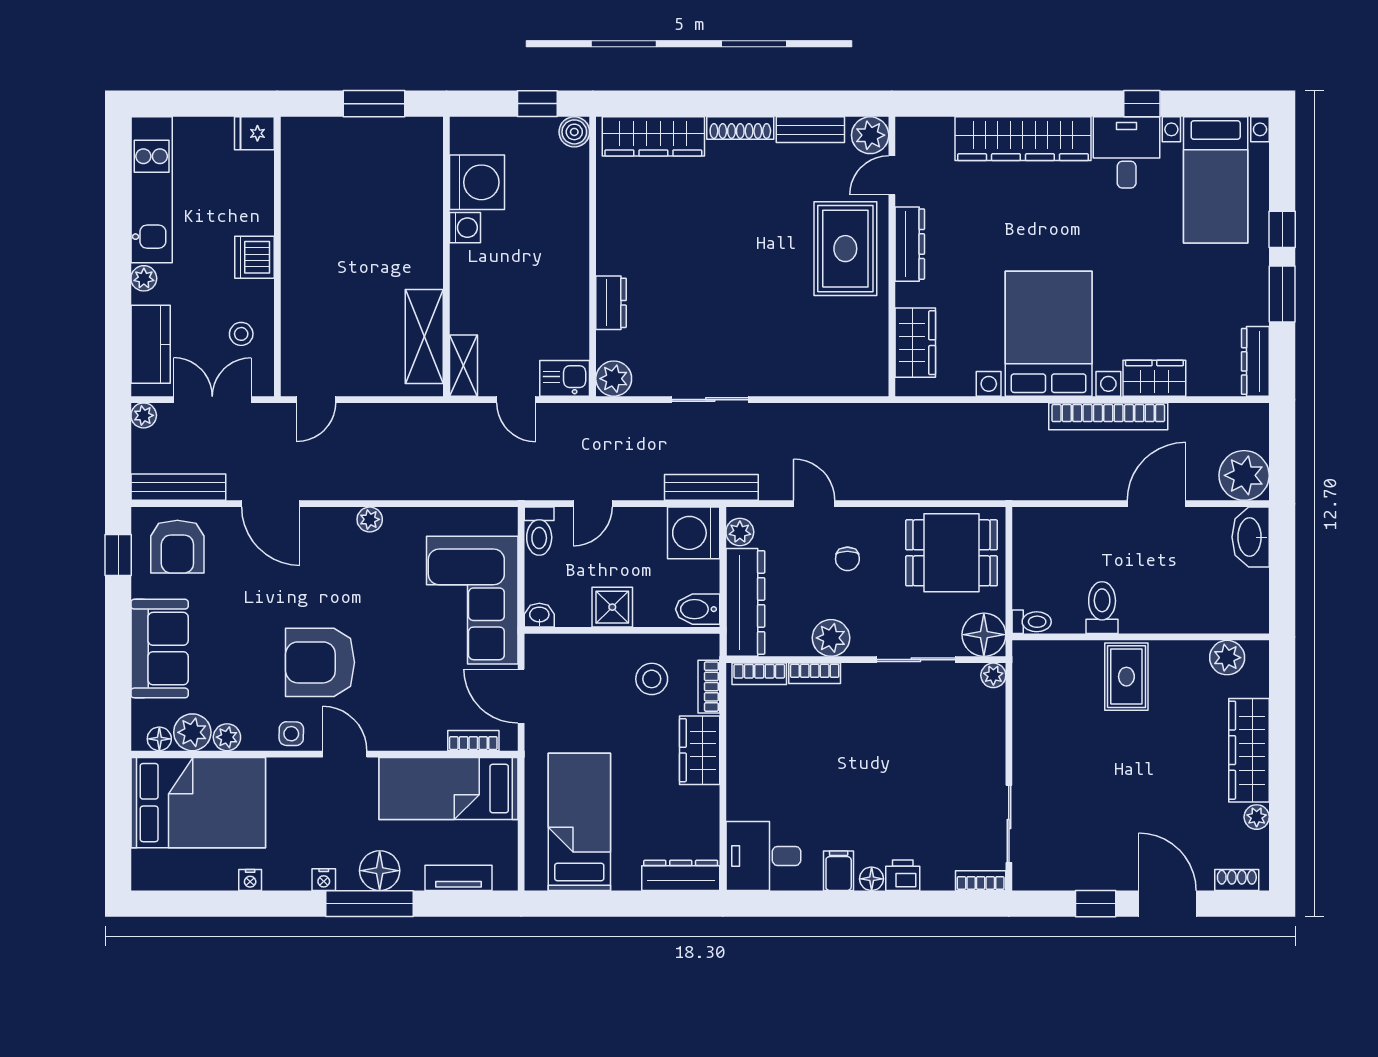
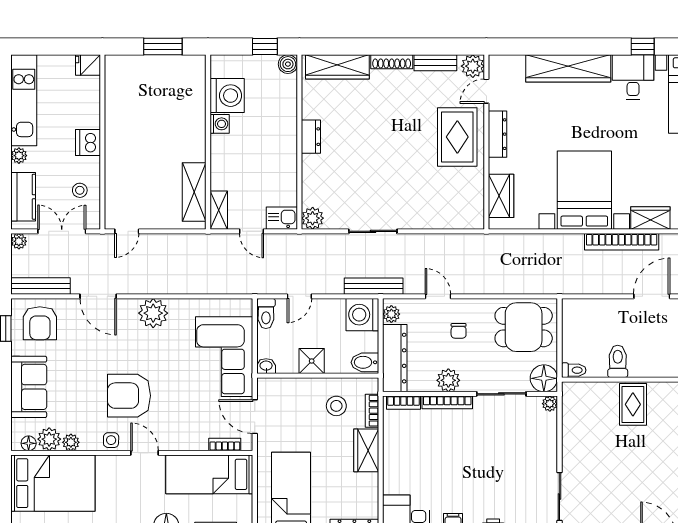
dresser: (611, 303) -> (311, 137), moved
plant: (370, 519) -> (153, 313), width x1.88, depth x1.88
bookcase: (815, 673) -> (447, 402), width x1.56

